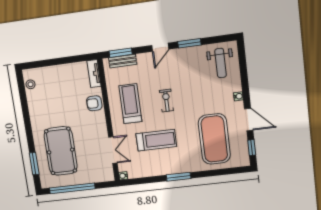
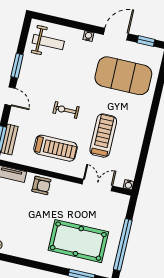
armchair: (94, 103) -> (41, 185), turned -90
treadmill: (130, 104) -> (56, 148), turned 180
window: (179, 177) -> (150, 127), removed

